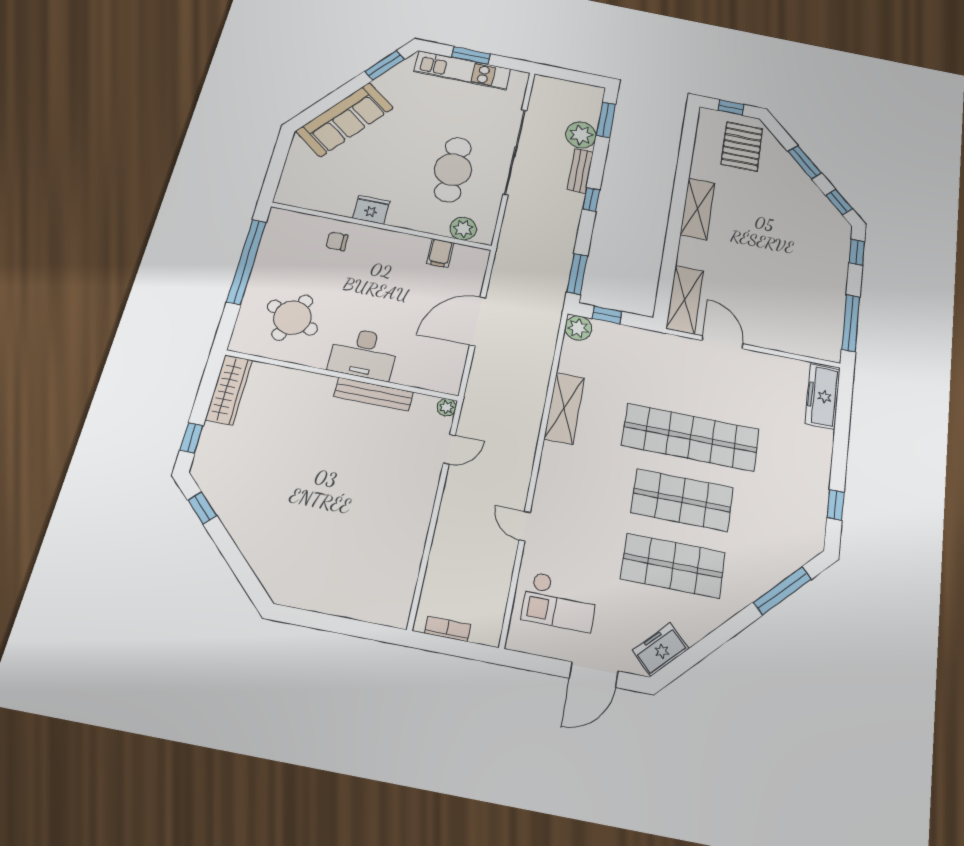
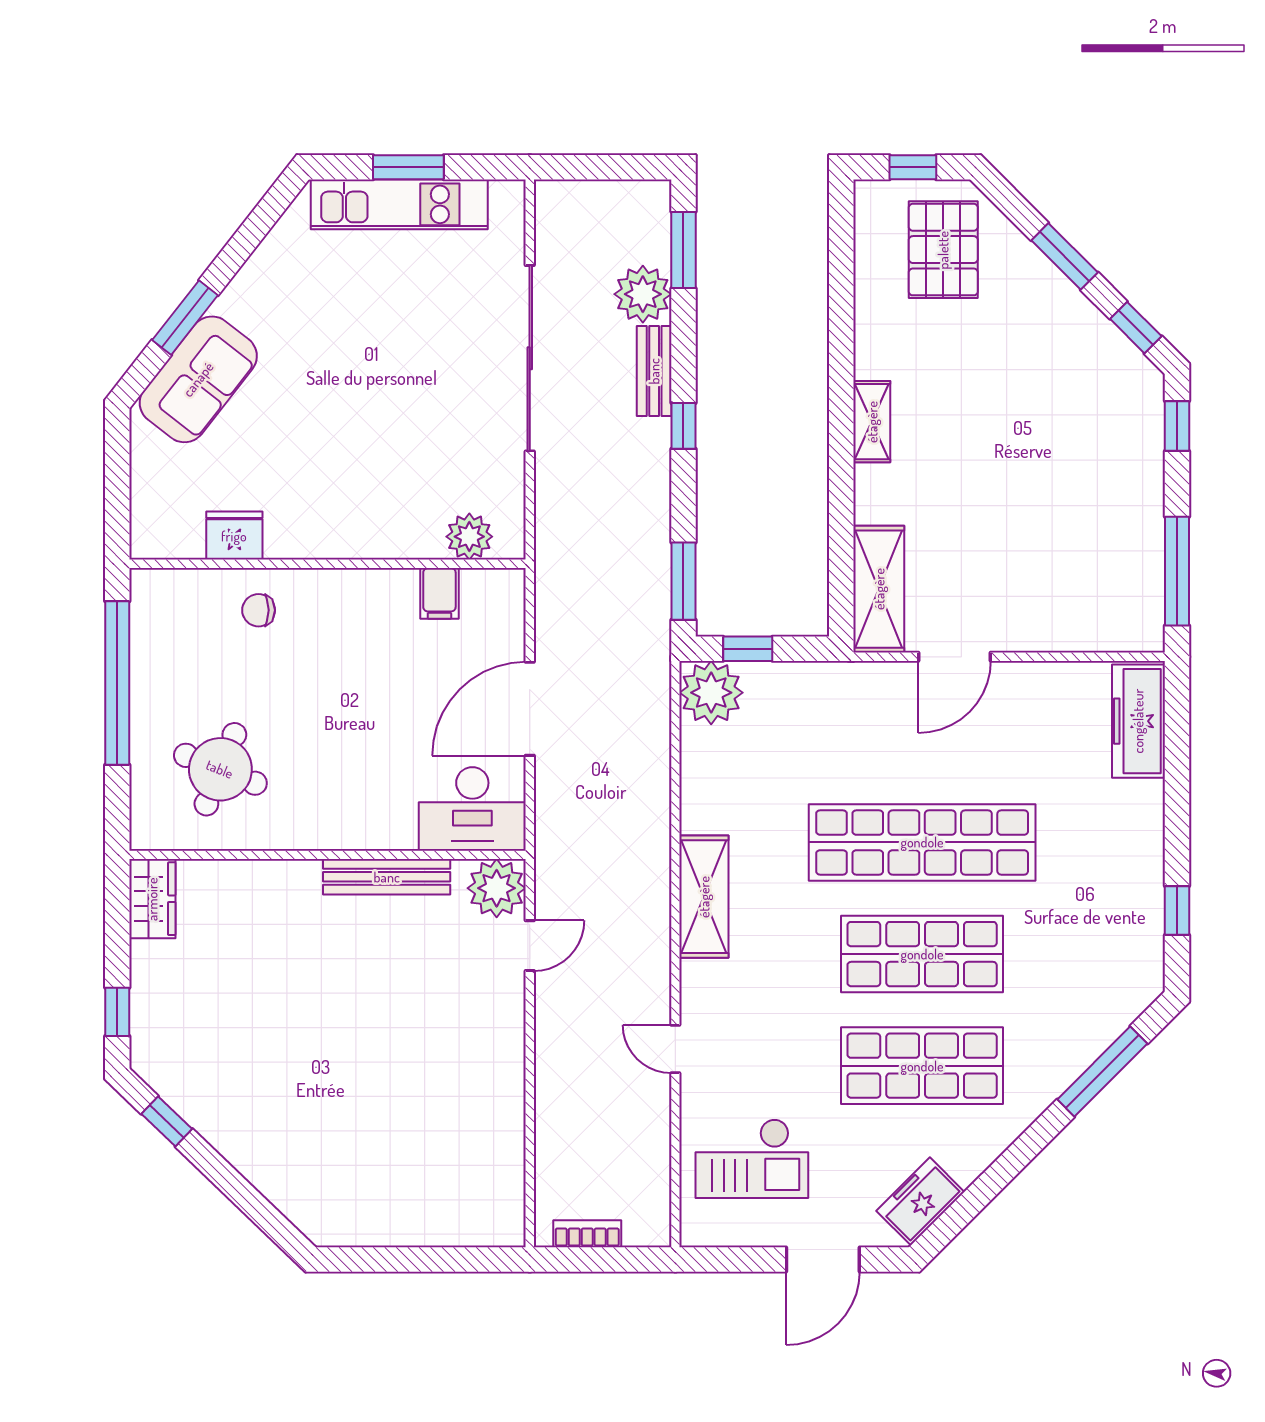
window: (385, 65) -> (185, 318), moved
sofa: (345, 119) -> (198, 379), width x0.73
cafe table: (453, 170) -> (427, 421), removed
shelving: (698, 209) -> (872, 422), width x0.67, depth x0.75
fridge: (371, 210) -> (234, 536), moved
plant: (578, 328) -> (711, 693), width x1.36, depth x1.36
door: (722, 342) -> (955, 657), swing flipped
desk: (363, 354) -> (472, 809), moved
wardrobe: (229, 390) -> (152, 899), width x0.67
plant: (447, 407) -> (497, 888), width x1.88, depth x1.88
shelving: (564, 408) -> (704, 897), moved

